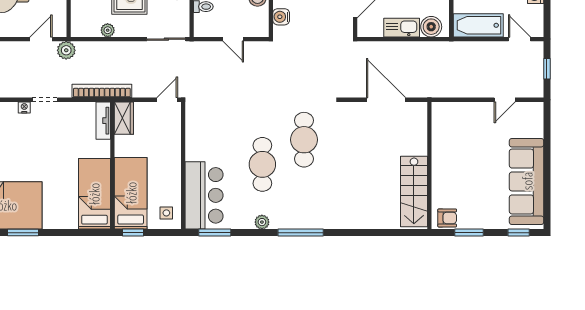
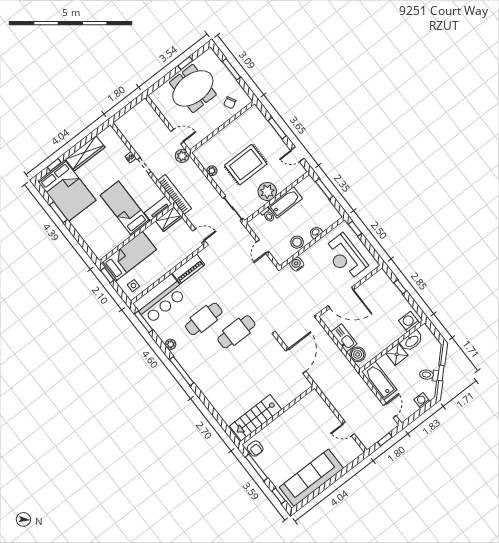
piano: (195, 139) -> (188, 269), added
bed: (94, 194) -> (125, 208), moved, turned -90
window: (469, 233) -> (256, 467), width x1.44

